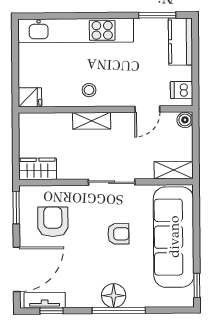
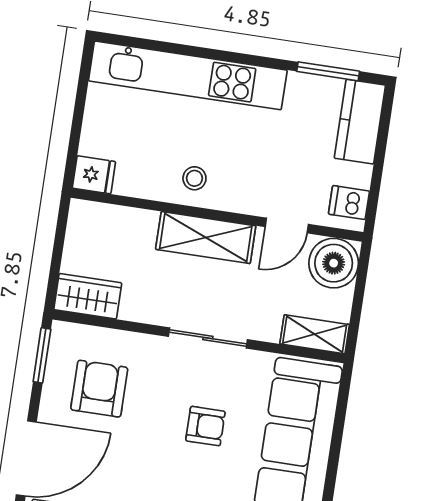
boiler: (185, 120) -> (334, 263), width x1.86, depth x1.86
shelving: (92, 121) -> (206, 238), width x1.50, depth x1.33

